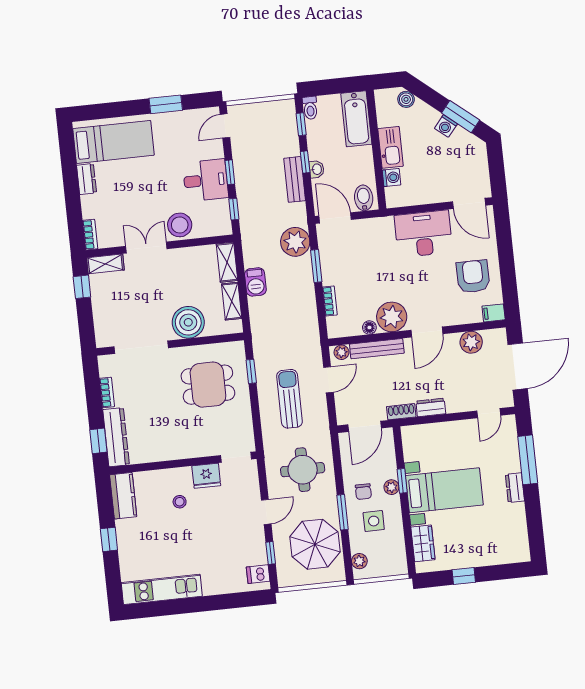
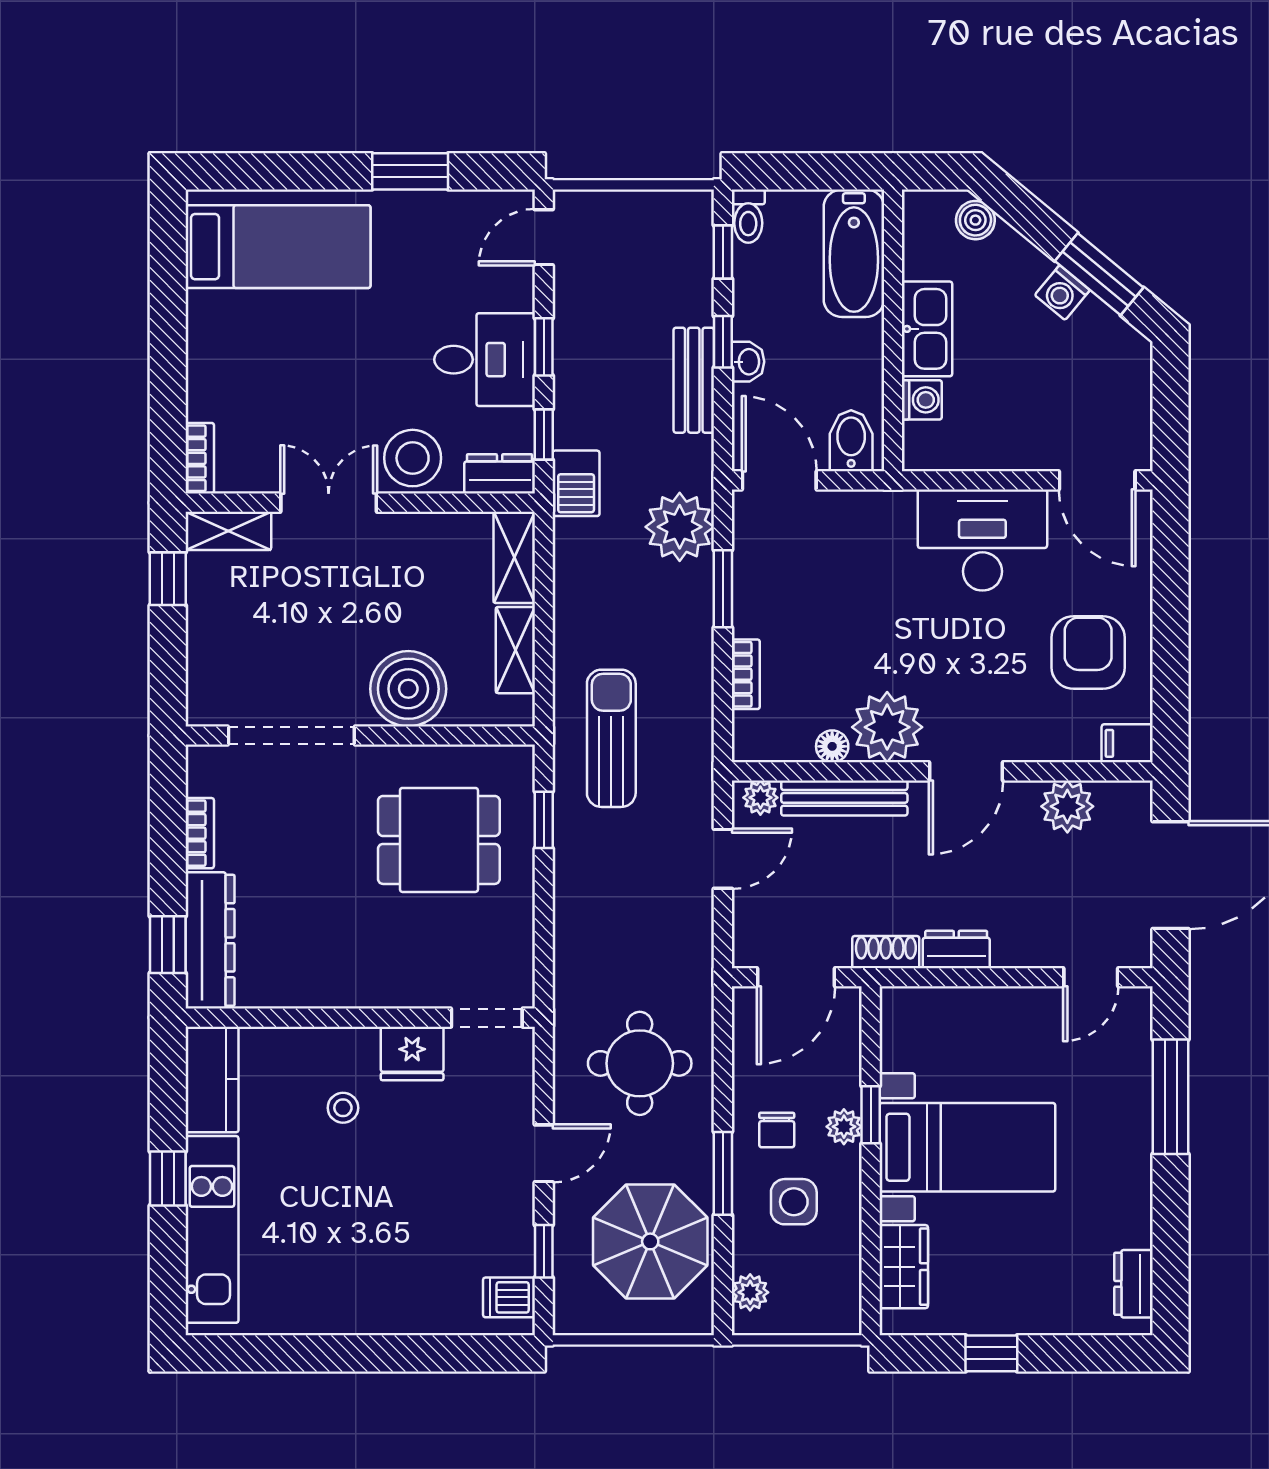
dresser: (87, 179) -> (500, 474), moved, turned -90
barbecue: (255, 282) -> (576, 483), moved
sun lounger: (290, 399) -> (611, 738), moved
dresser: (515, 488) -> (1134, 1284), moved
kitchen unit: (162, 589) -> (212, 1229), moved, turned 90

